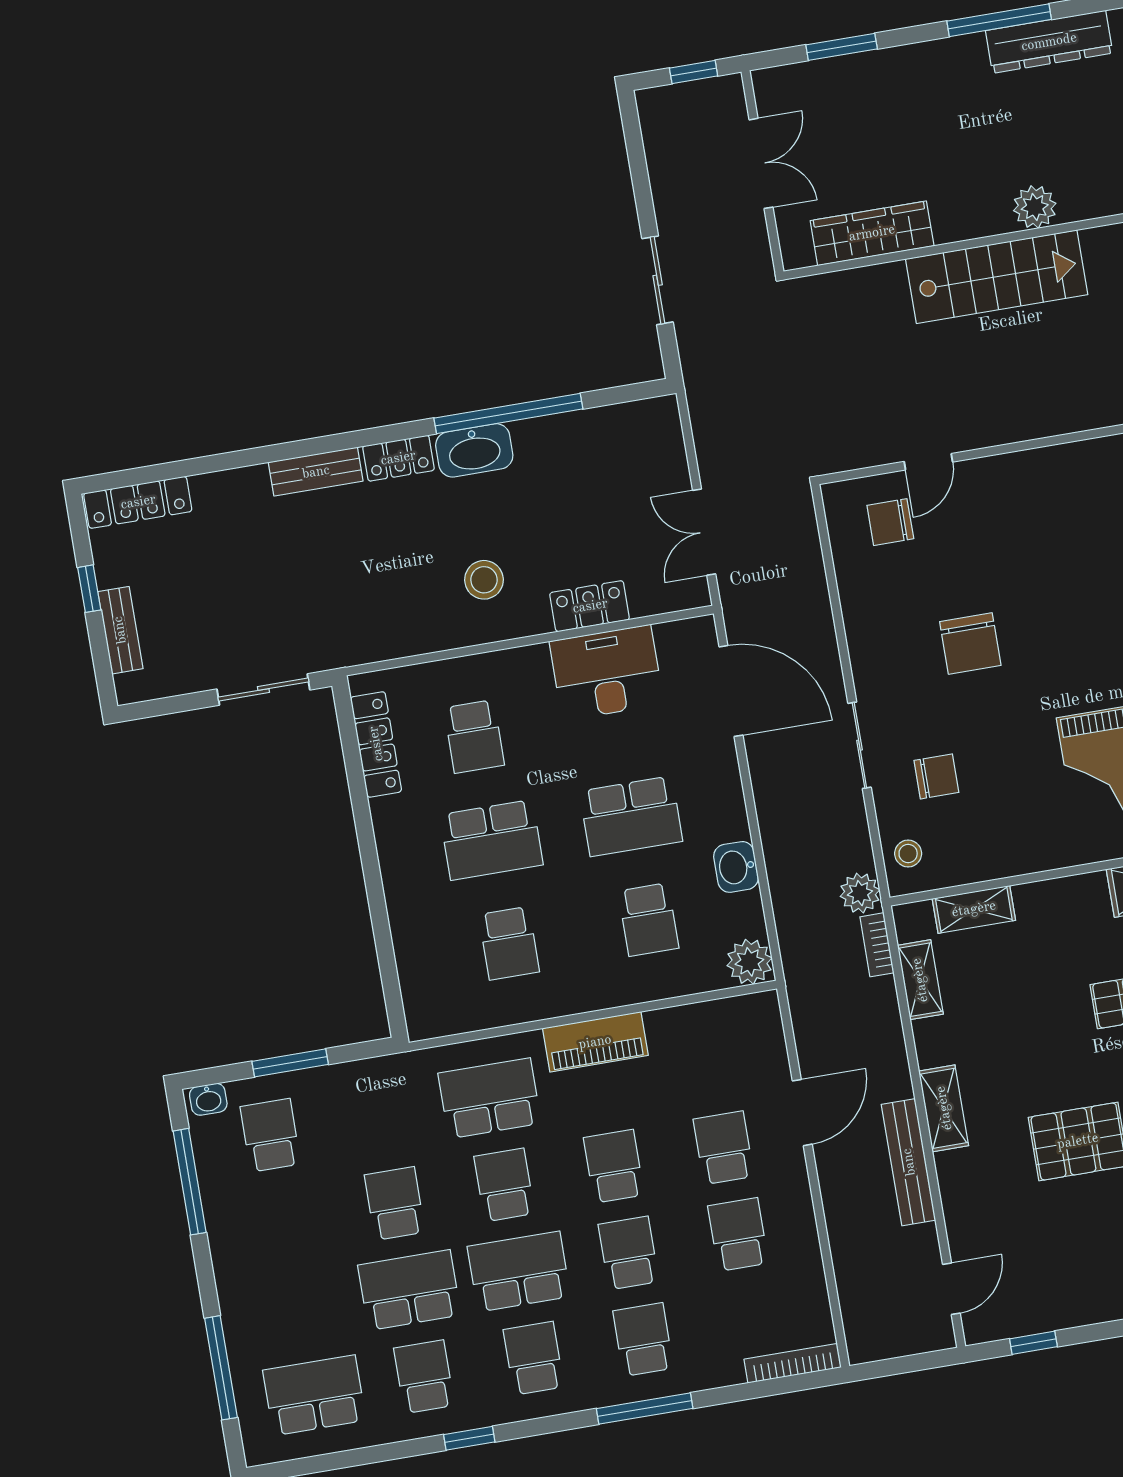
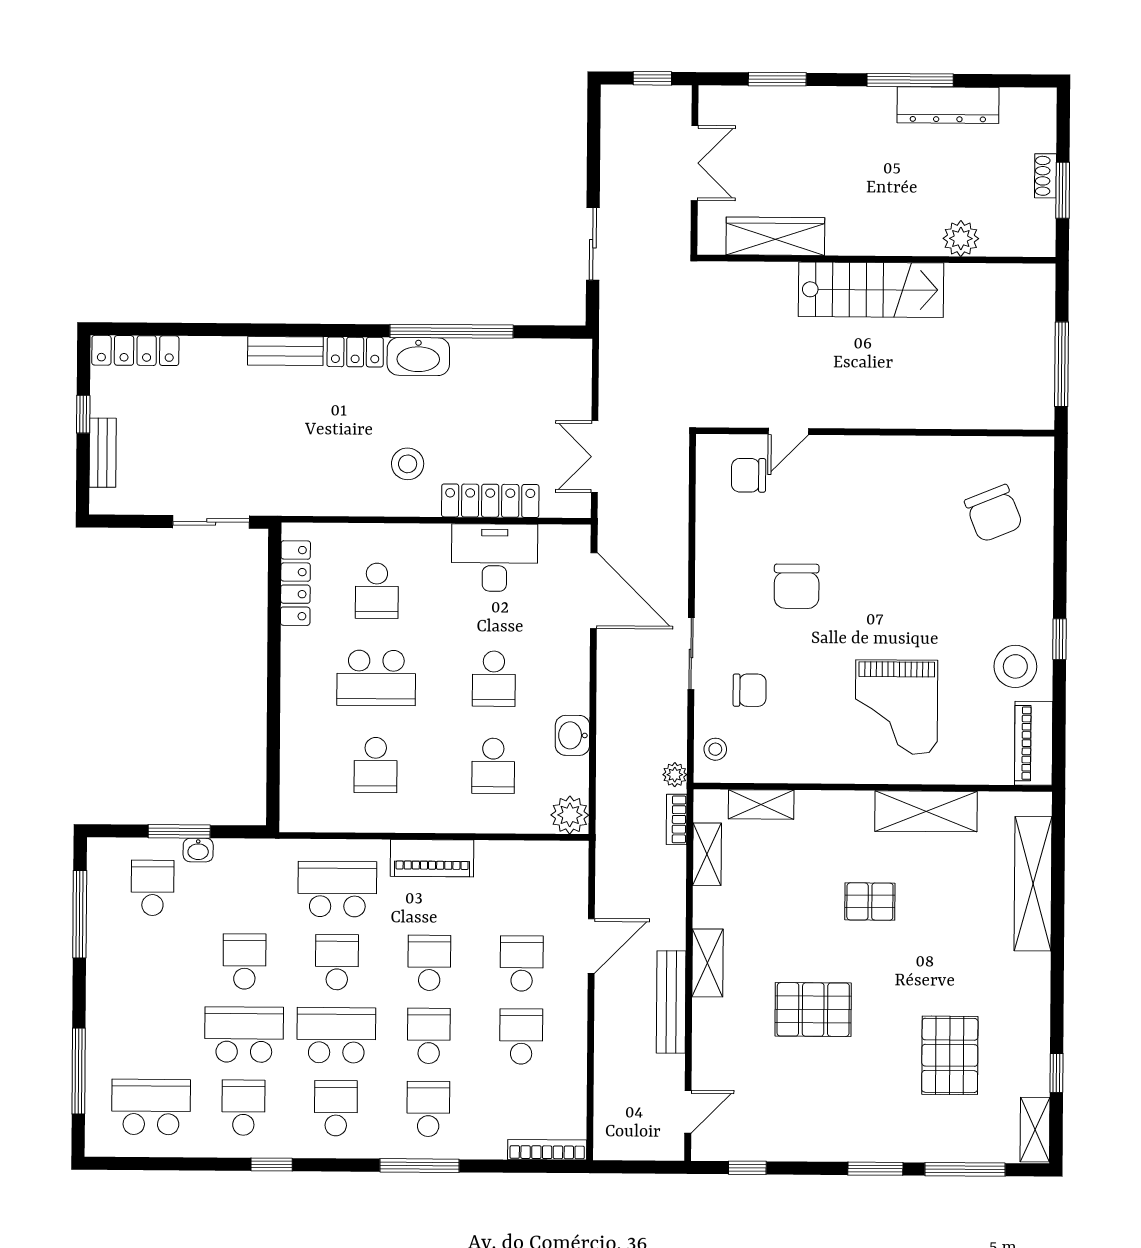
plant: (1035, 207) -> (961, 239), moved
locker: (590, 606) -> (490, 501), width x1.53
school desk: (631, 816) -> (494, 679), width x0.54
plant: (860, 893) -> (675, 775), width x0.73, depth x0.73
washbasin: (208, 1099) -> (198, 850), moved

